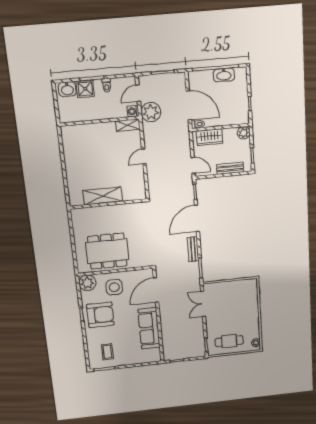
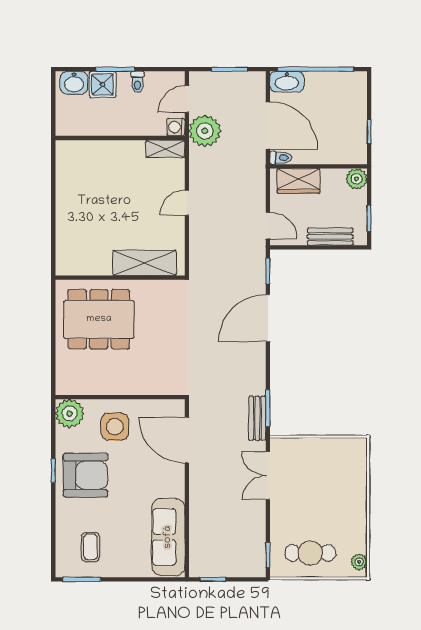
washbasin: (224, 75) -> (287, 82), moved
shelving: (103, 196) -> (144, 263), moved
bench: (193, 249) -> (257, 418), moved
dining table: (107, 251) -> (99, 319), moved
door: (156, 290) -> (187, 440), hinge flipped
sofa: (149, 328) -> (168, 537), moved

